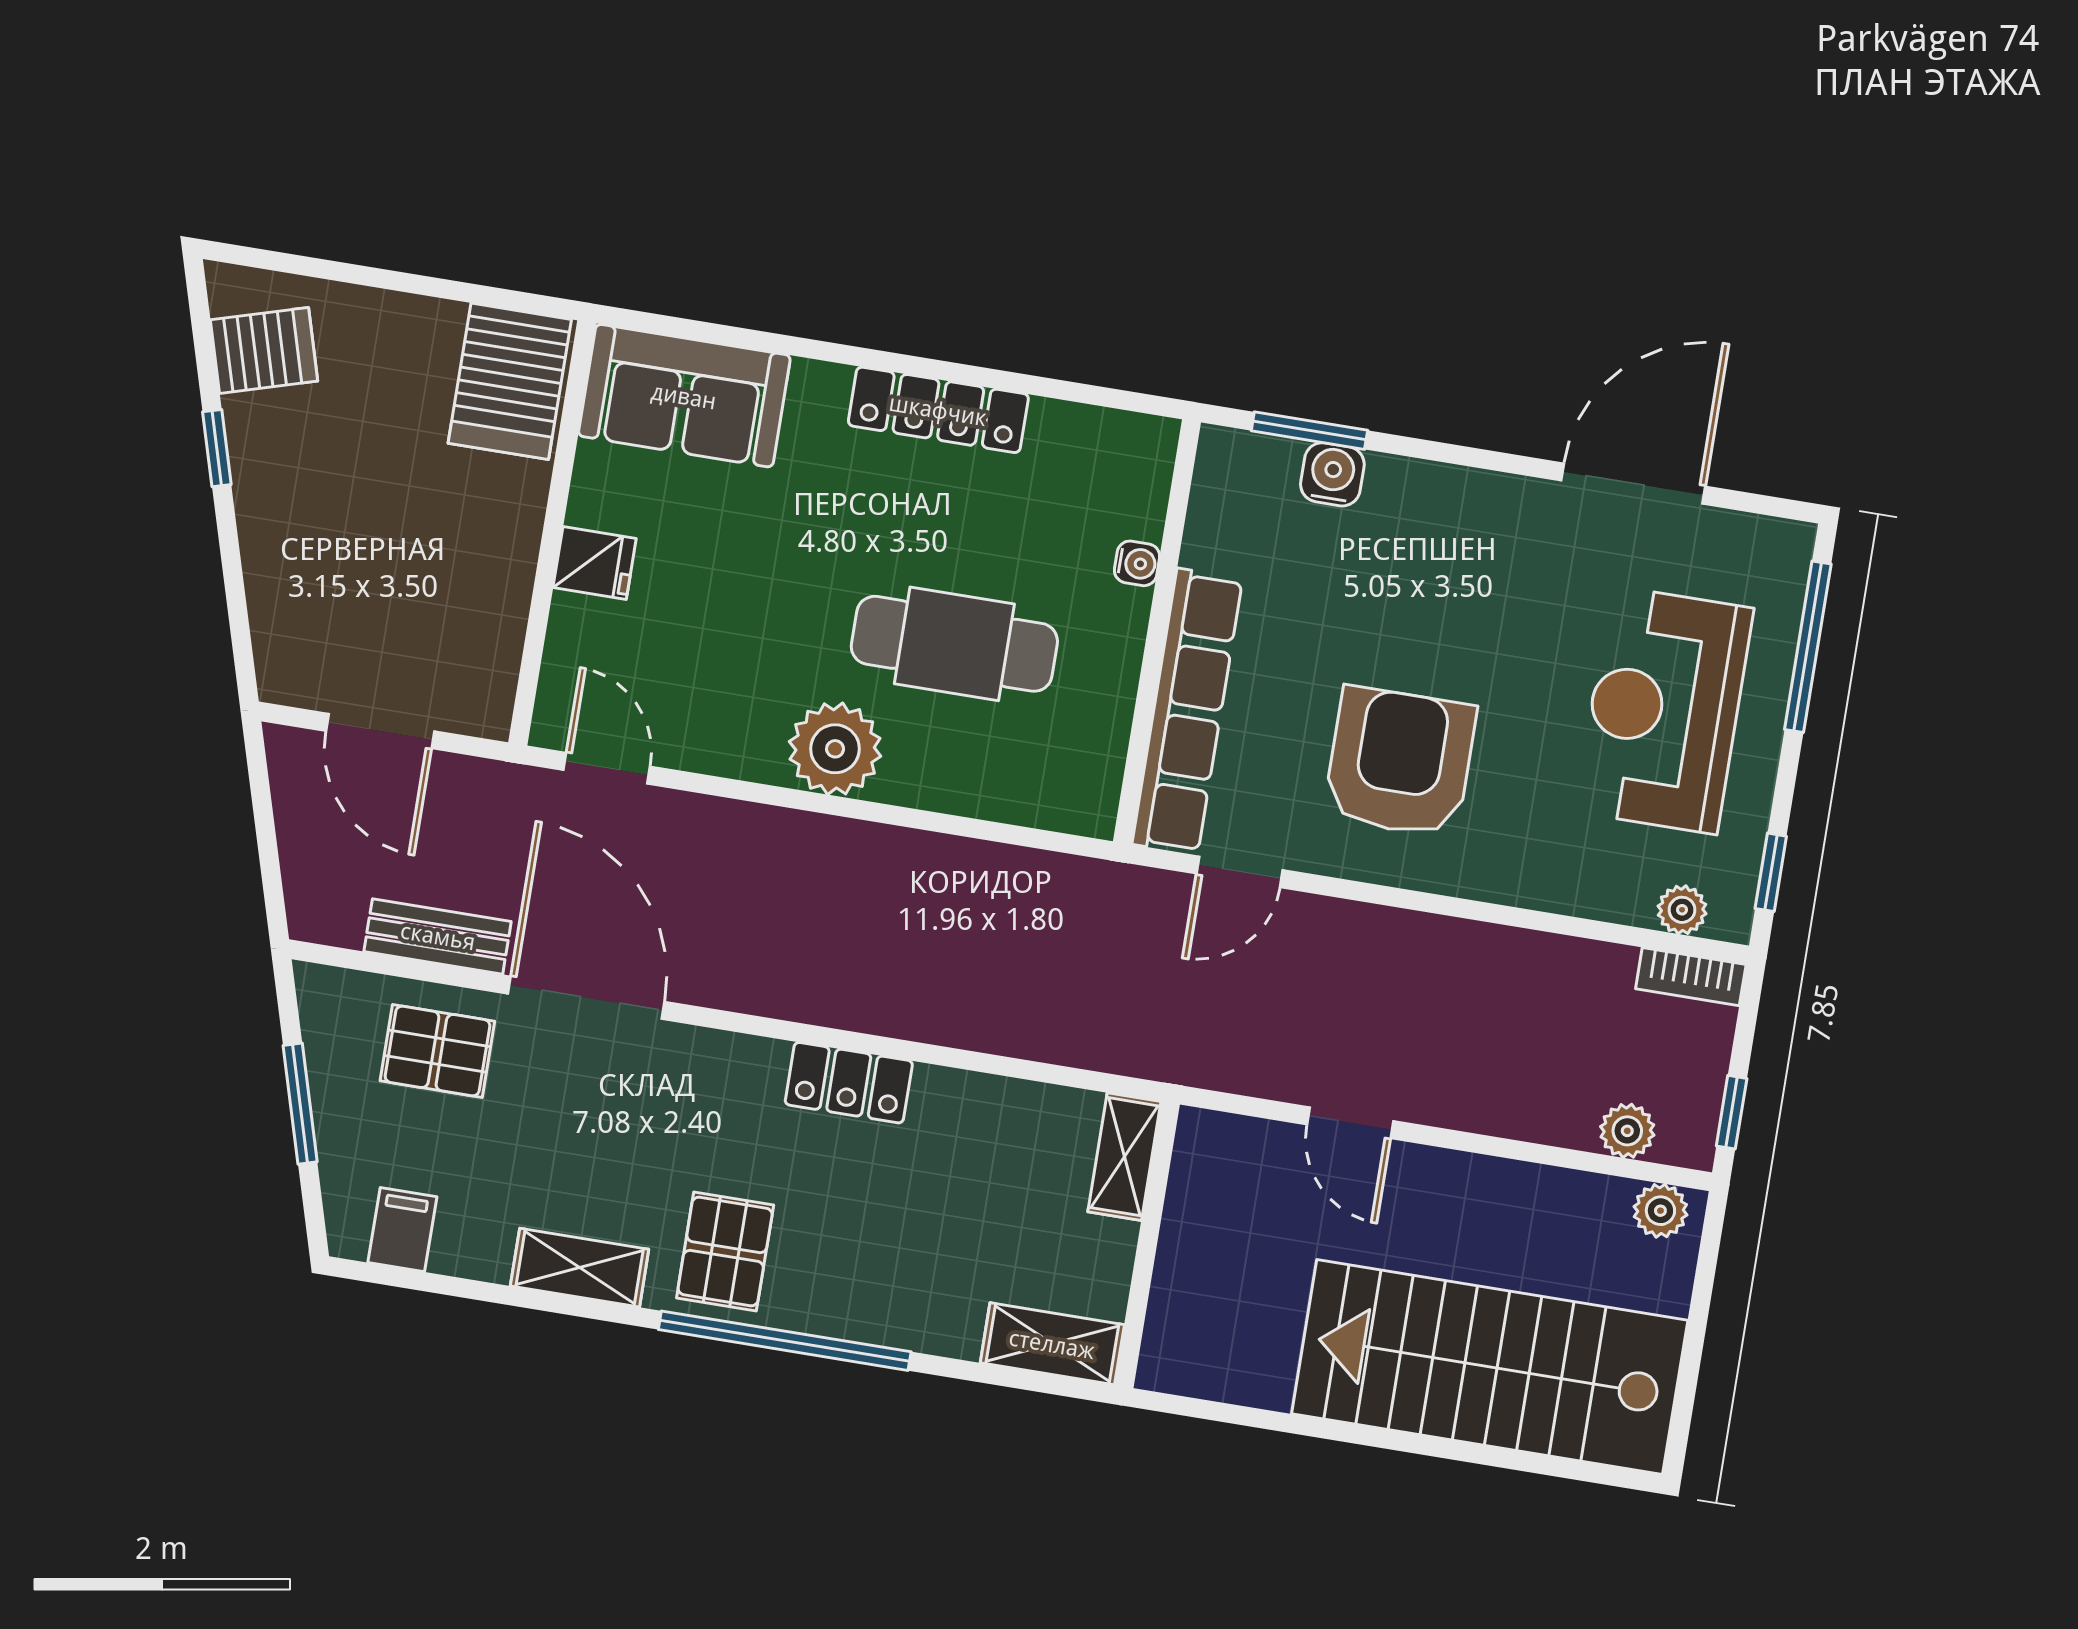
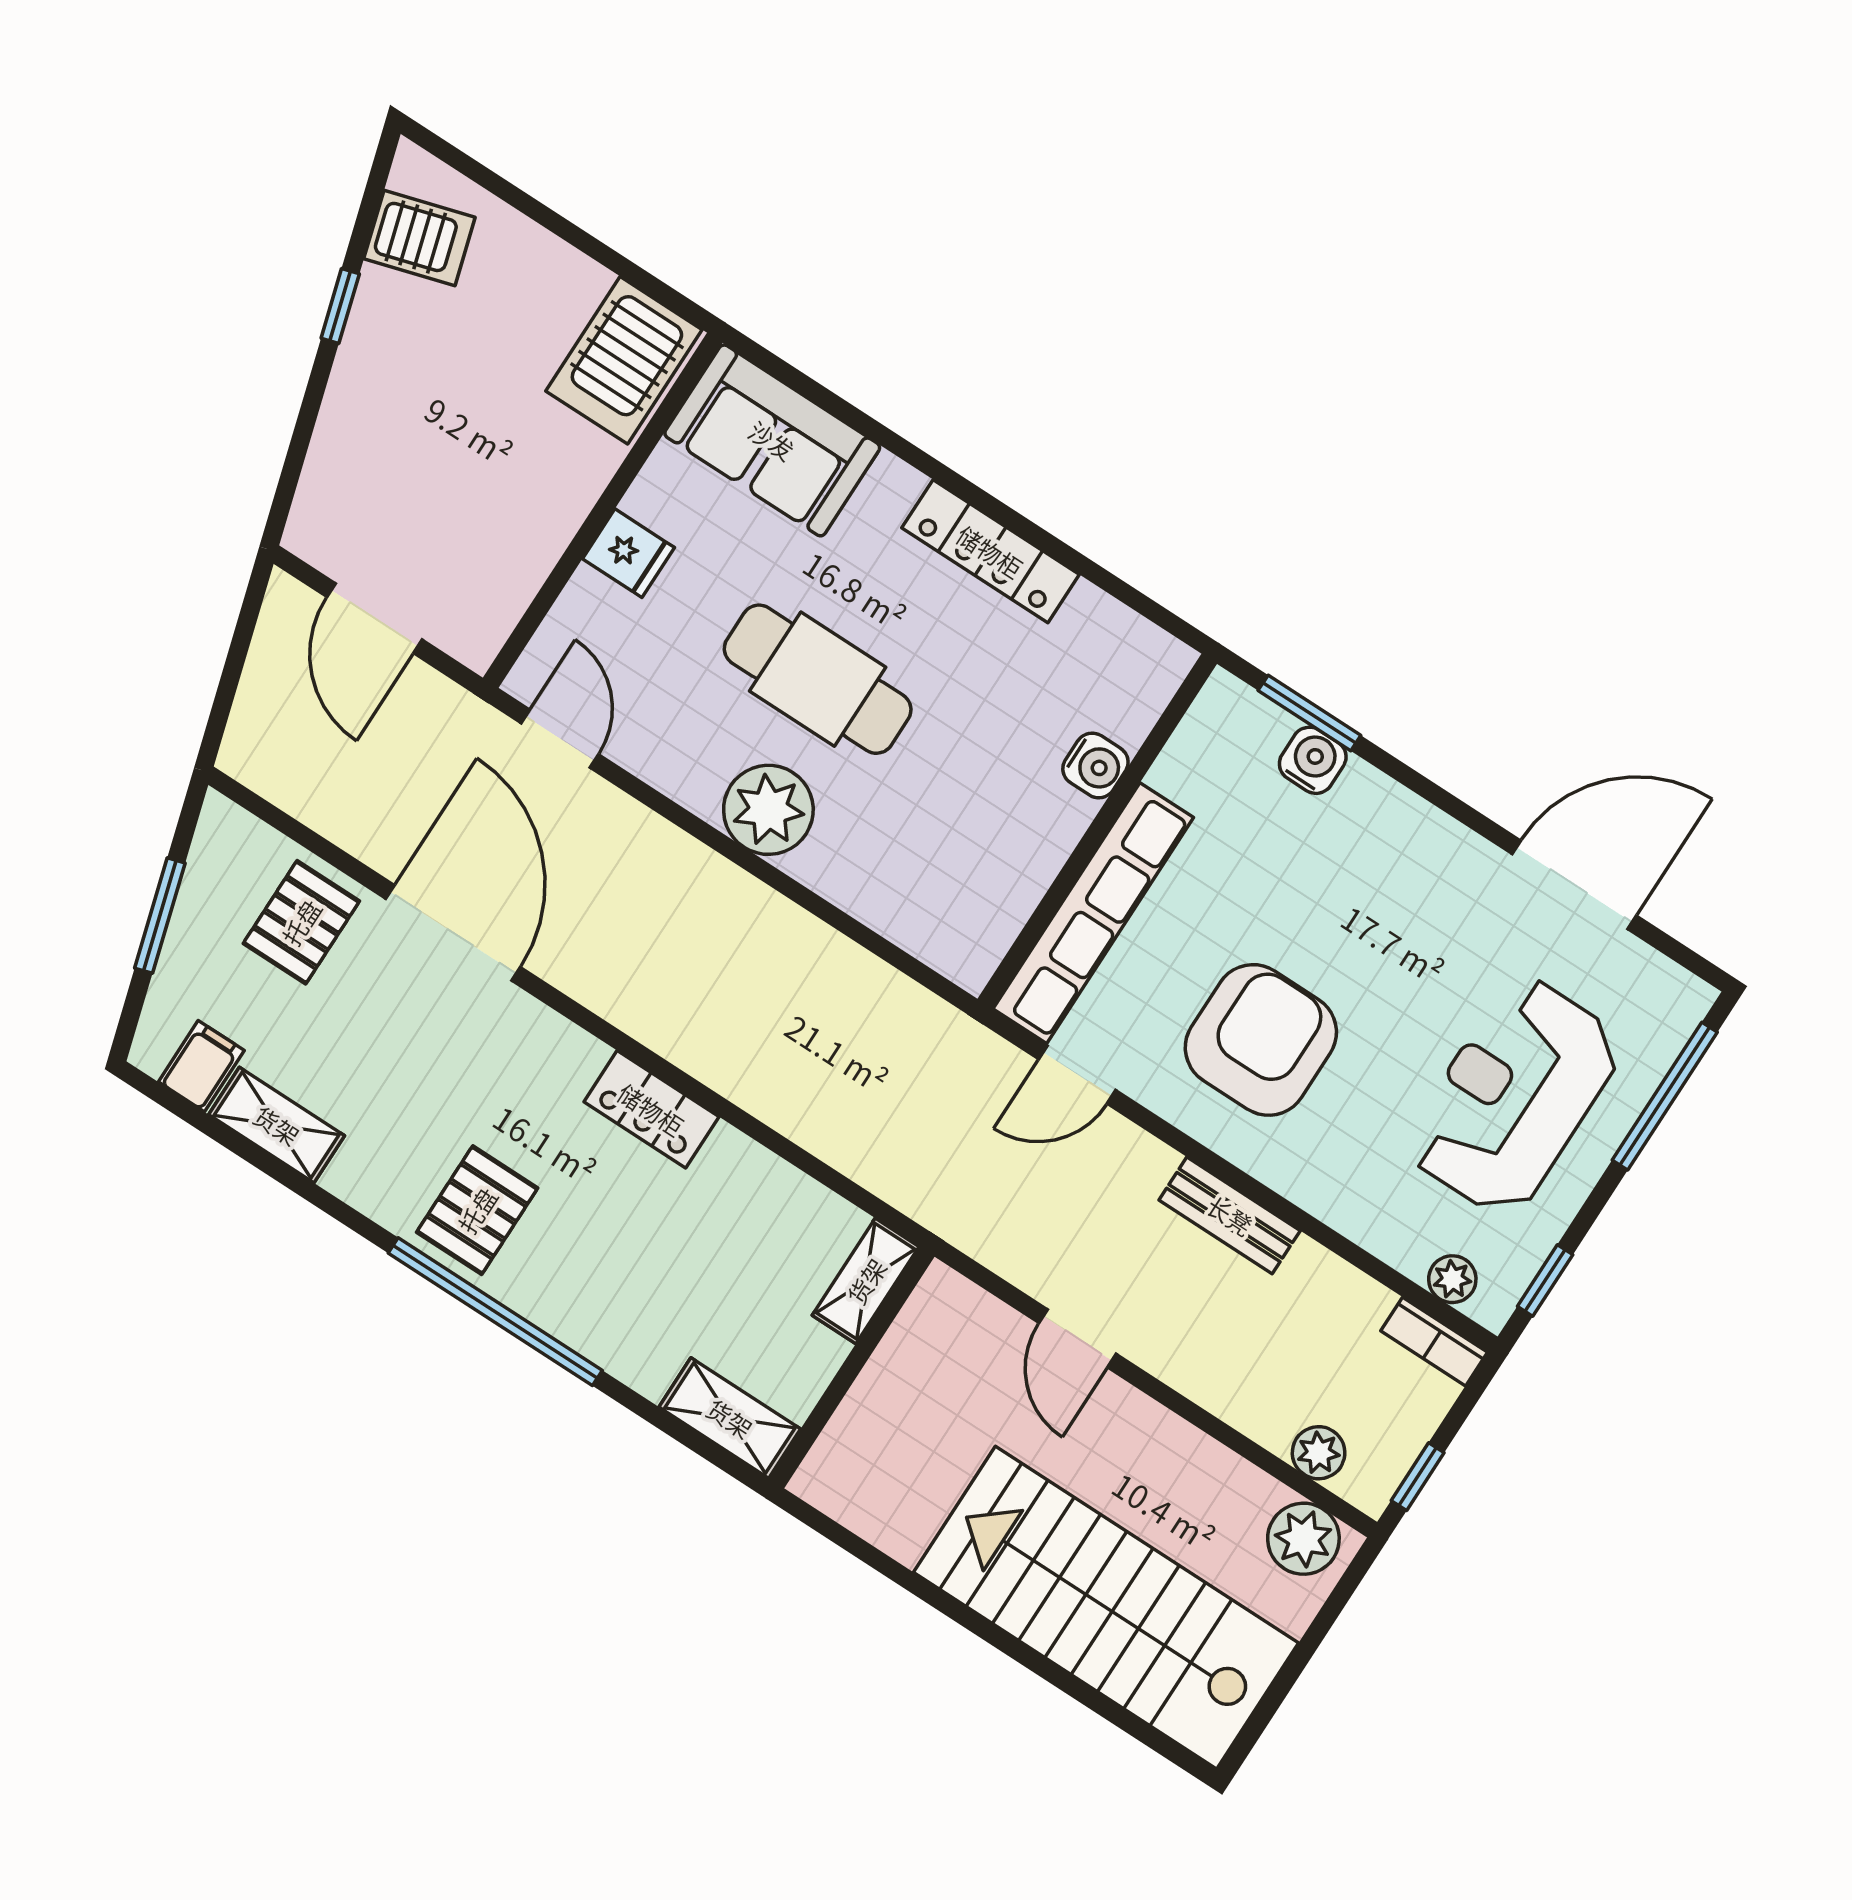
water cooler: (1137, 563) -> (1095, 765), width x1.38, depth x1.38
cafe table: (954, 644) -> (818, 679), moved
bench: (438, 936) -> (1230, 1215), moved
pallet: (437, 1051) -> (301, 922), turned 90
plant: (1660, 1211) -> (1303, 1539), width x1.38, depth x1.38
shelving: (580, 1268) -> (277, 1125), moved

